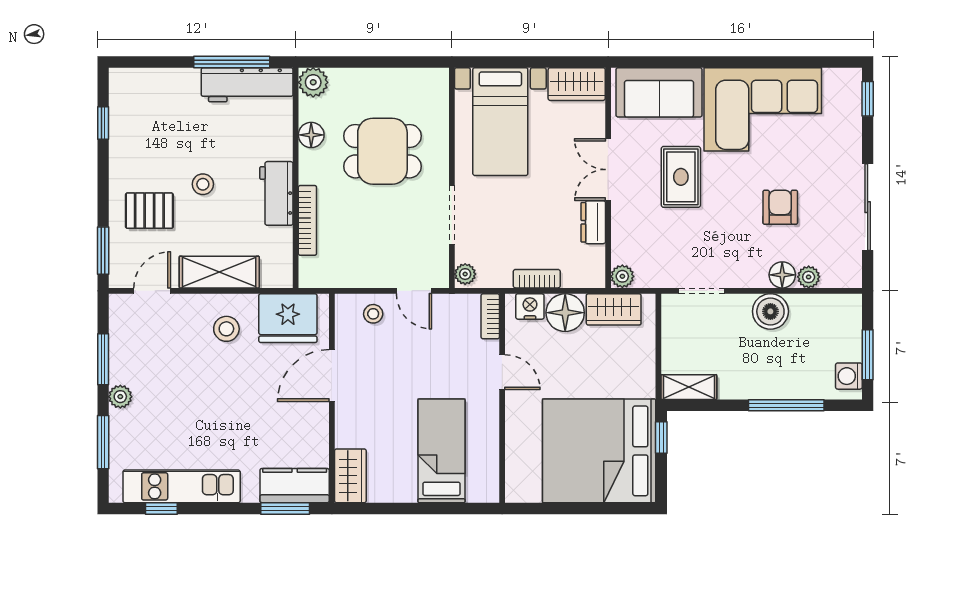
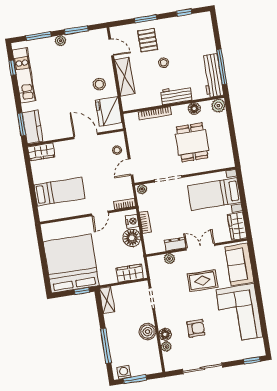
workbench: (276, 193) -> (176, 95), moved
window: (103, 251) -> (146, 19), moved
plant: (622, 276) -> (169, 259), moved
wardrobe: (614, 309) -> (130, 273), moved, turned 90

